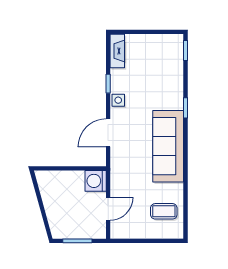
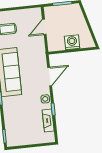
fireplace: (117, 51) -> (48, 120), moved
washing machine: (96, 181) -> (72, 42), moved, turned -90

